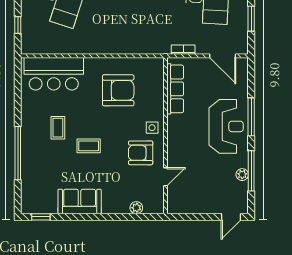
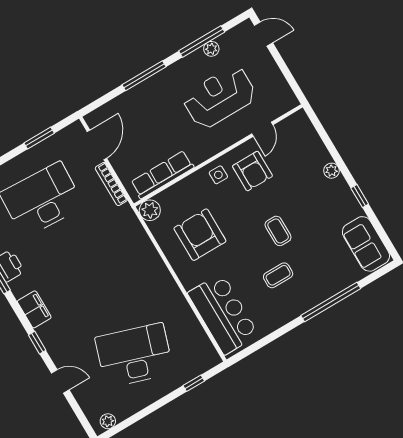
bookcase: (183, 50) -> (111, 184), width x1.56
plant: (156, 66) -> (150, 210), added
reception desk: (226, 126) -> (219, 97), moved
door: (166, 177) -> (262, 129), swing flipped
sofa: (80, 201) -> (366, 244), moved
plant: (136, 208) -> (331, 171), moved
window: (41, 217) -> (360, 196), moved

